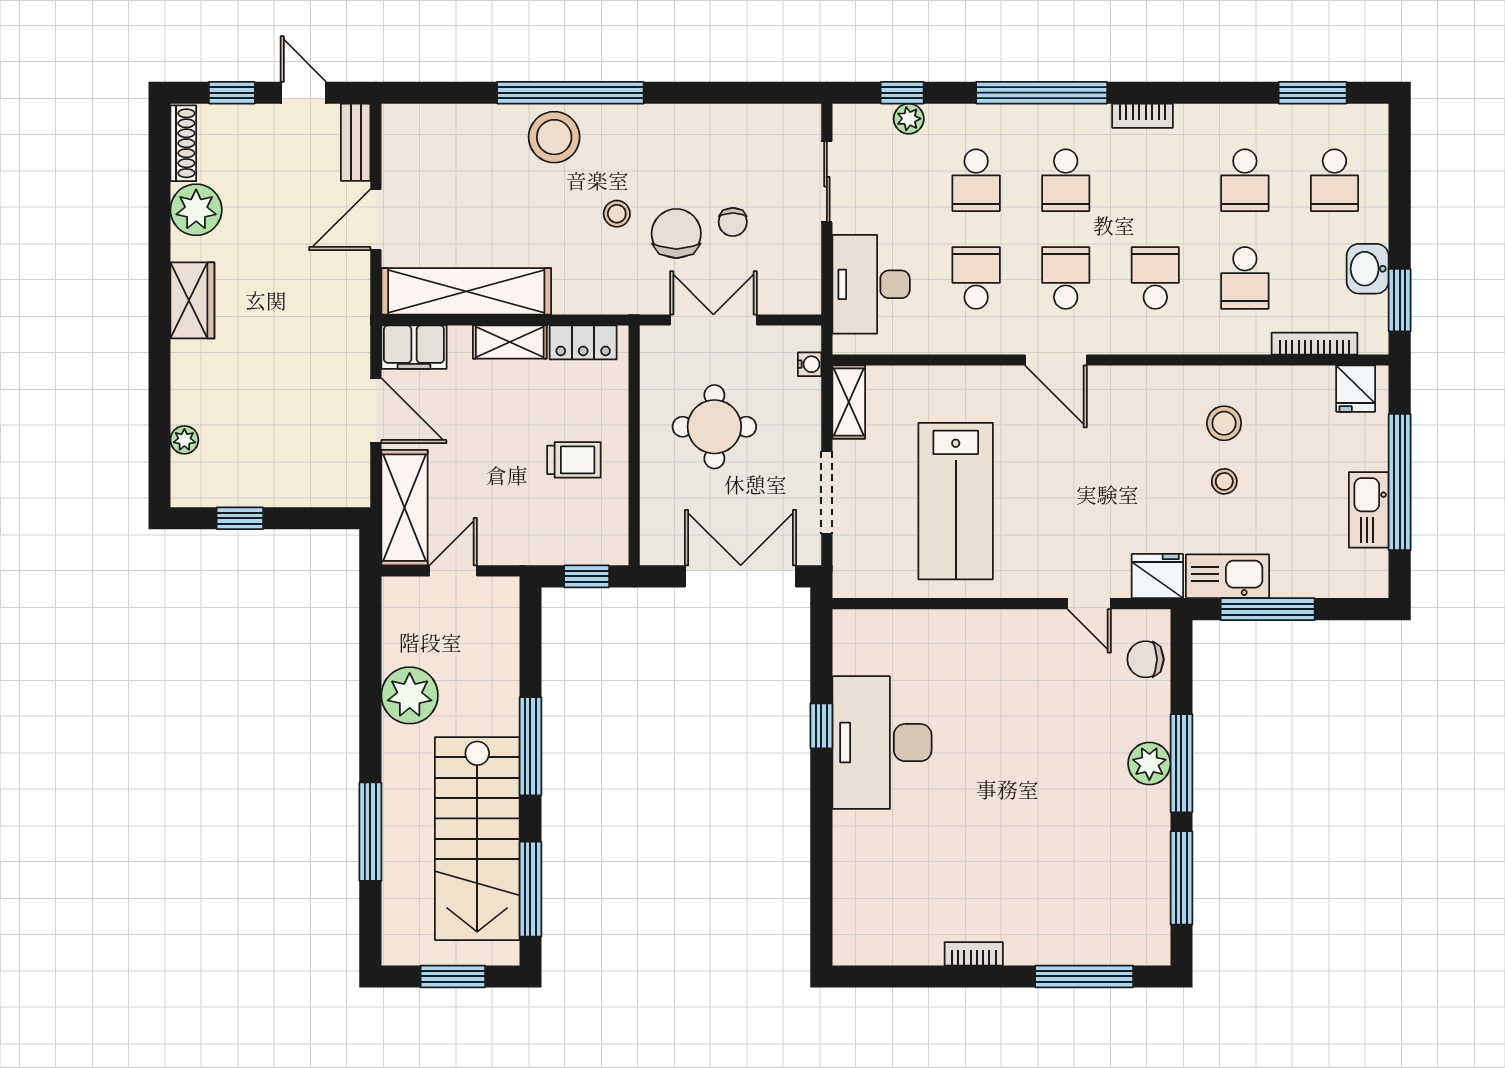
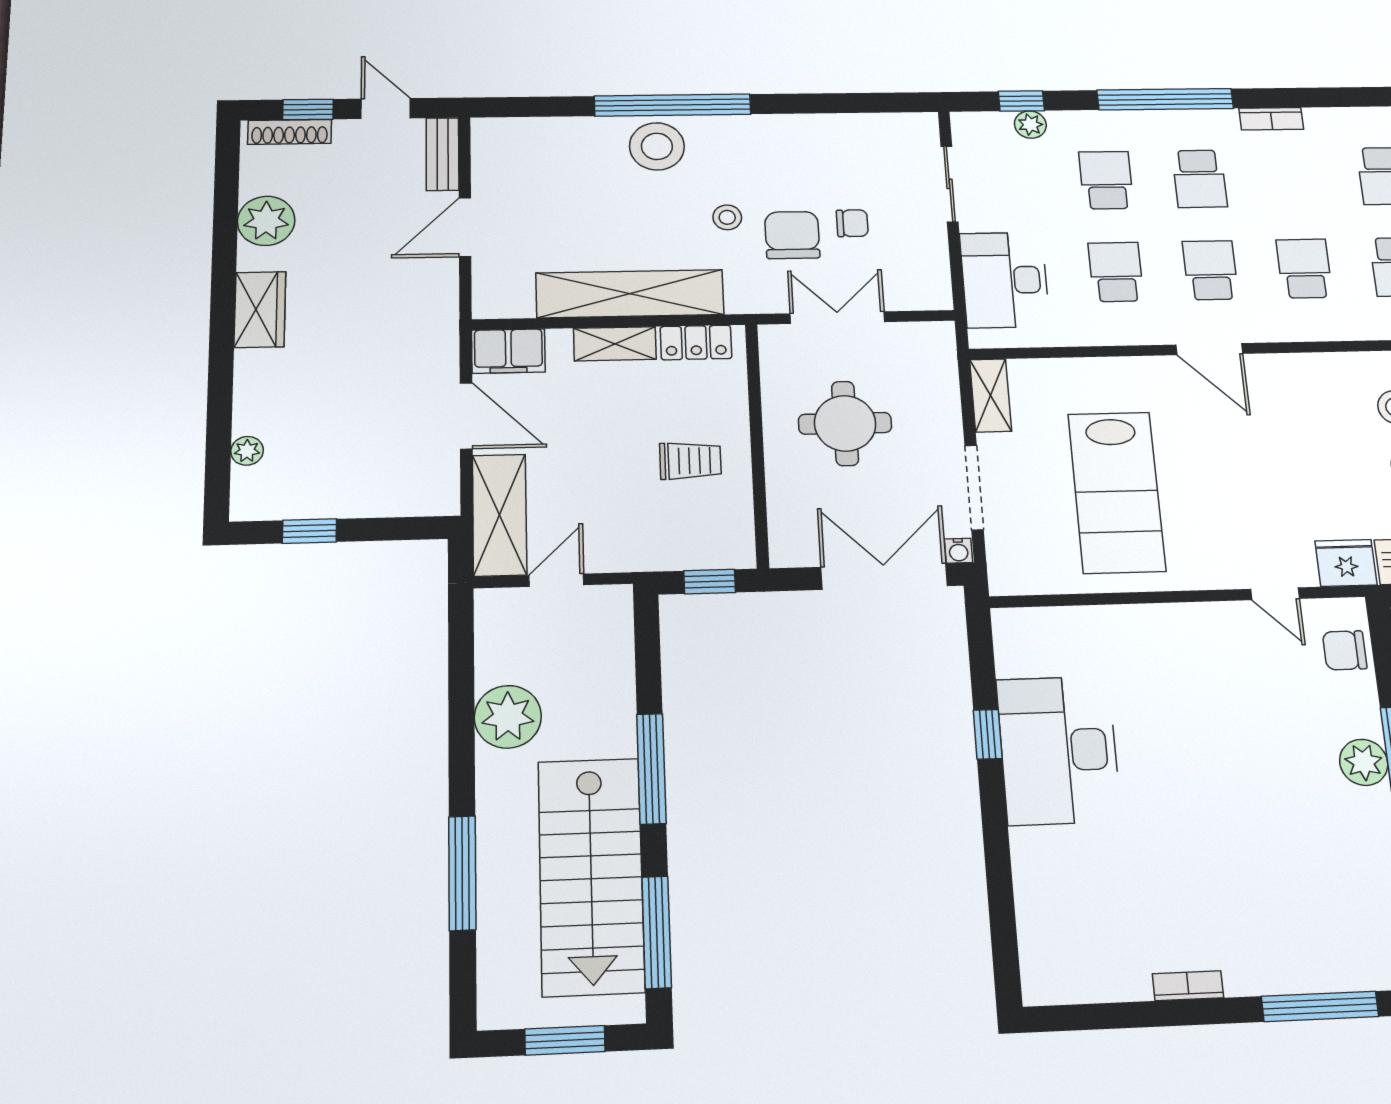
shoe rack: (183, 143) -> (290, 132), moved, turned 90
school desk: (976, 180) -> (1106, 180), turned 180
chair: (733, 222) -> (852, 223), turned -90
shelving: (466, 291) -> (630, 294), moved
water cooler: (810, 364) -> (959, 551), moved, turned 90

